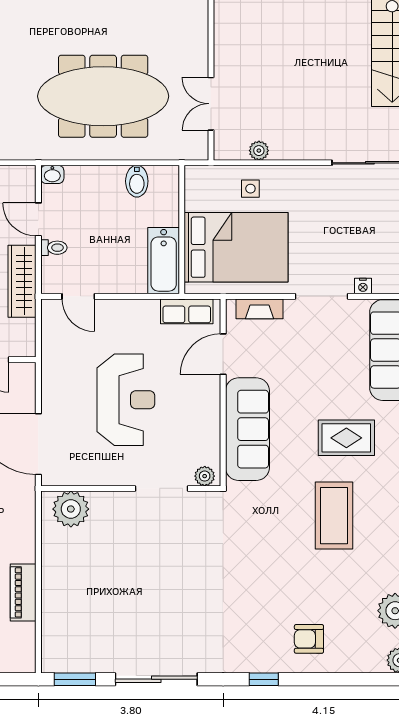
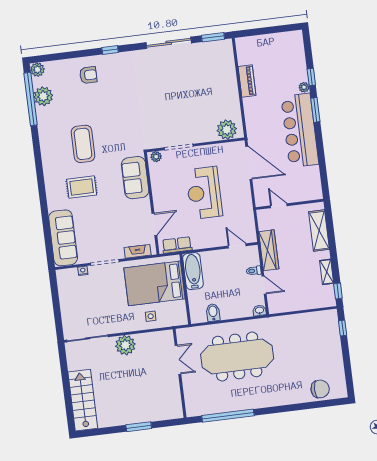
plant: (259, 151) -> (125, 345), moved, width x1.87, depth x1.87
sofa: (247, 429) -> (135, 178), width x0.73

